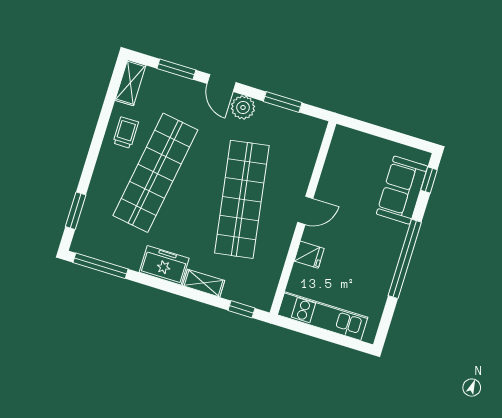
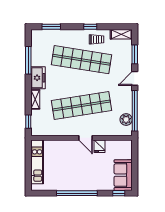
window: (283, 102) -> (135, 111), width x2.11
plant: (243, 107) -> (126, 120), moved
window: (98, 137) -> (90, 27), added
sofa: (402, 190) -> (123, 175), moved, turned -90
fridge: (309, 255) -> (99, 146), moved
window: (100, 266) -> (28, 60), moved

